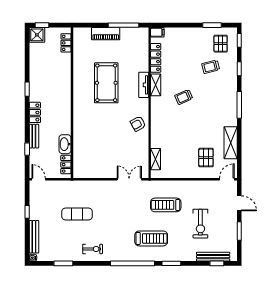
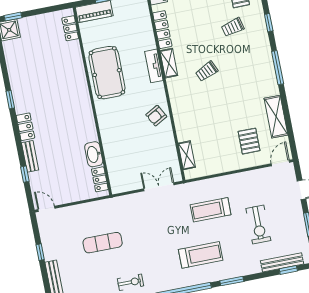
locker: (66, 43) -> (70, 28), moved
wall: (72, 103) -> (92, 101), moved
washbasin: (65, 144) -> (94, 154), moved
locker: (66, 165) -> (100, 179), moved

